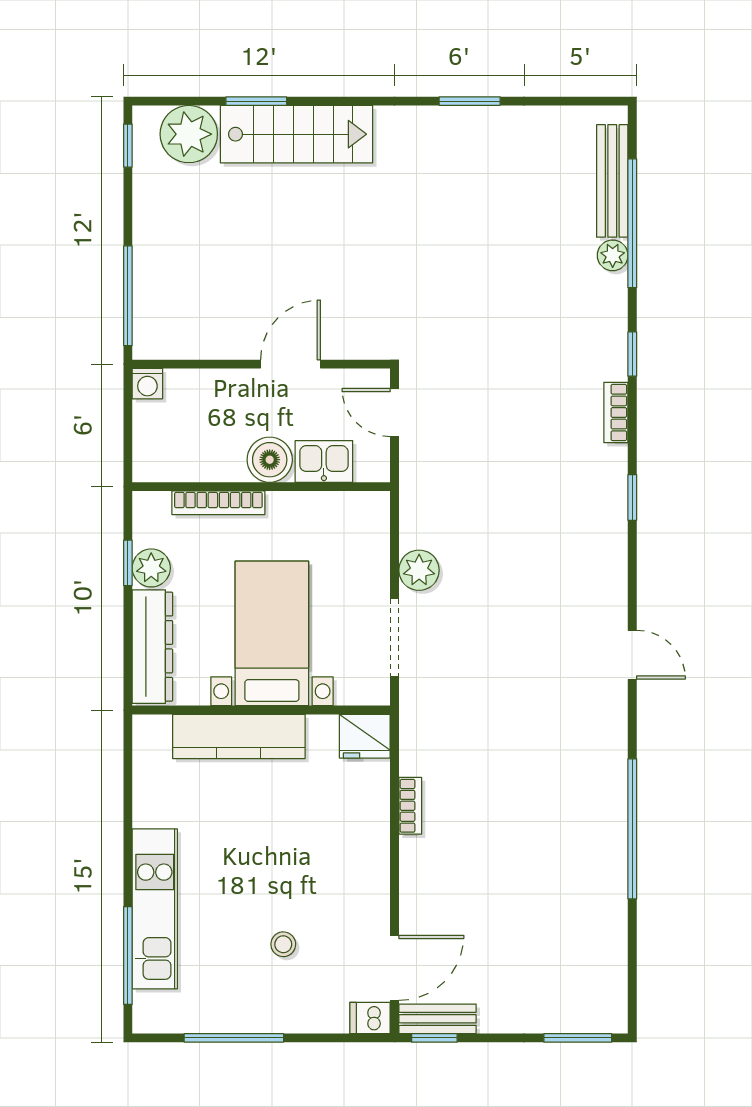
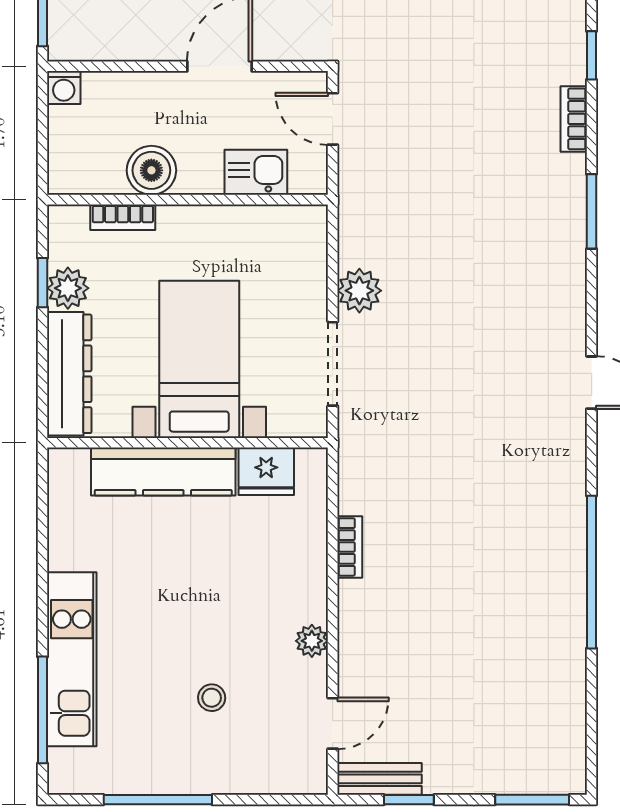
boiler: (270, 460) -> (151, 170), moved
window: (632, 497) -> (592, 211), width x1.50
bookcase: (218, 503) -> (123, 217), width x0.64
fridge: (365, 736) -> (266, 471), moved
plant: (375, 892) -> (312, 641), added
door: (395, 968) -> (333, 723), width x0.73
dishwasher: (370, 1018) -> (306, 778), removed
window: (434, 1038) -> (409, 800), moved

